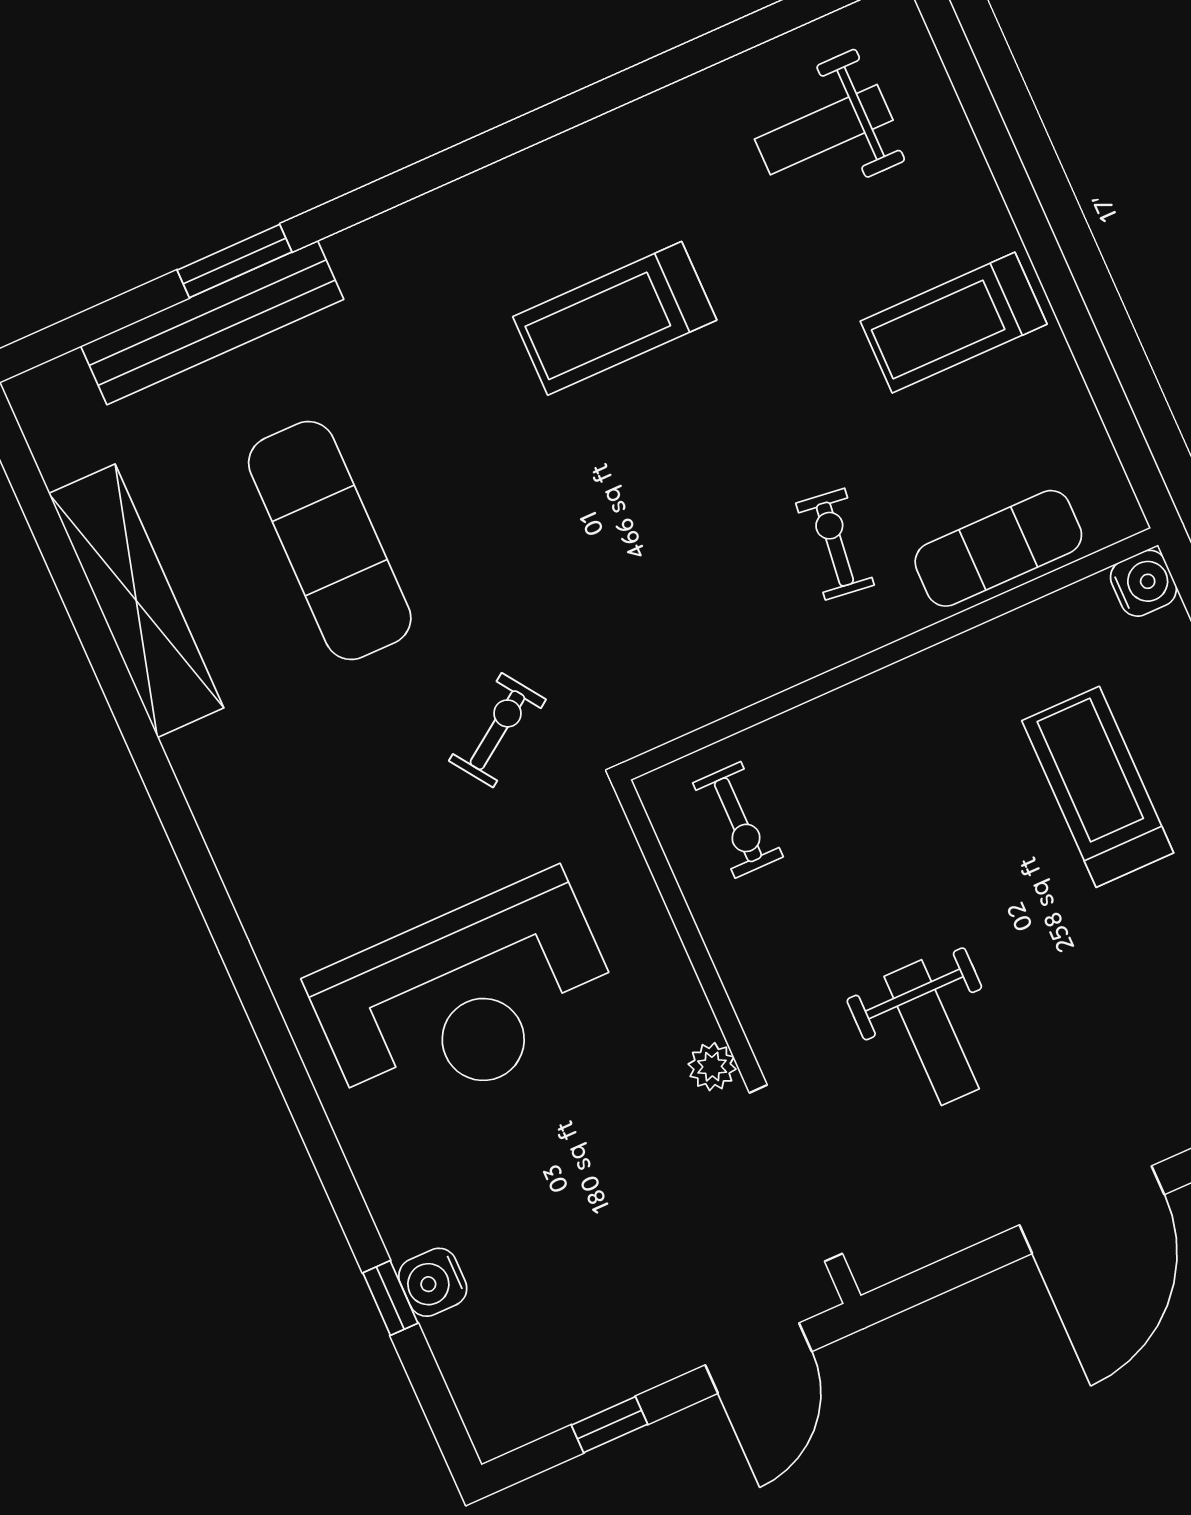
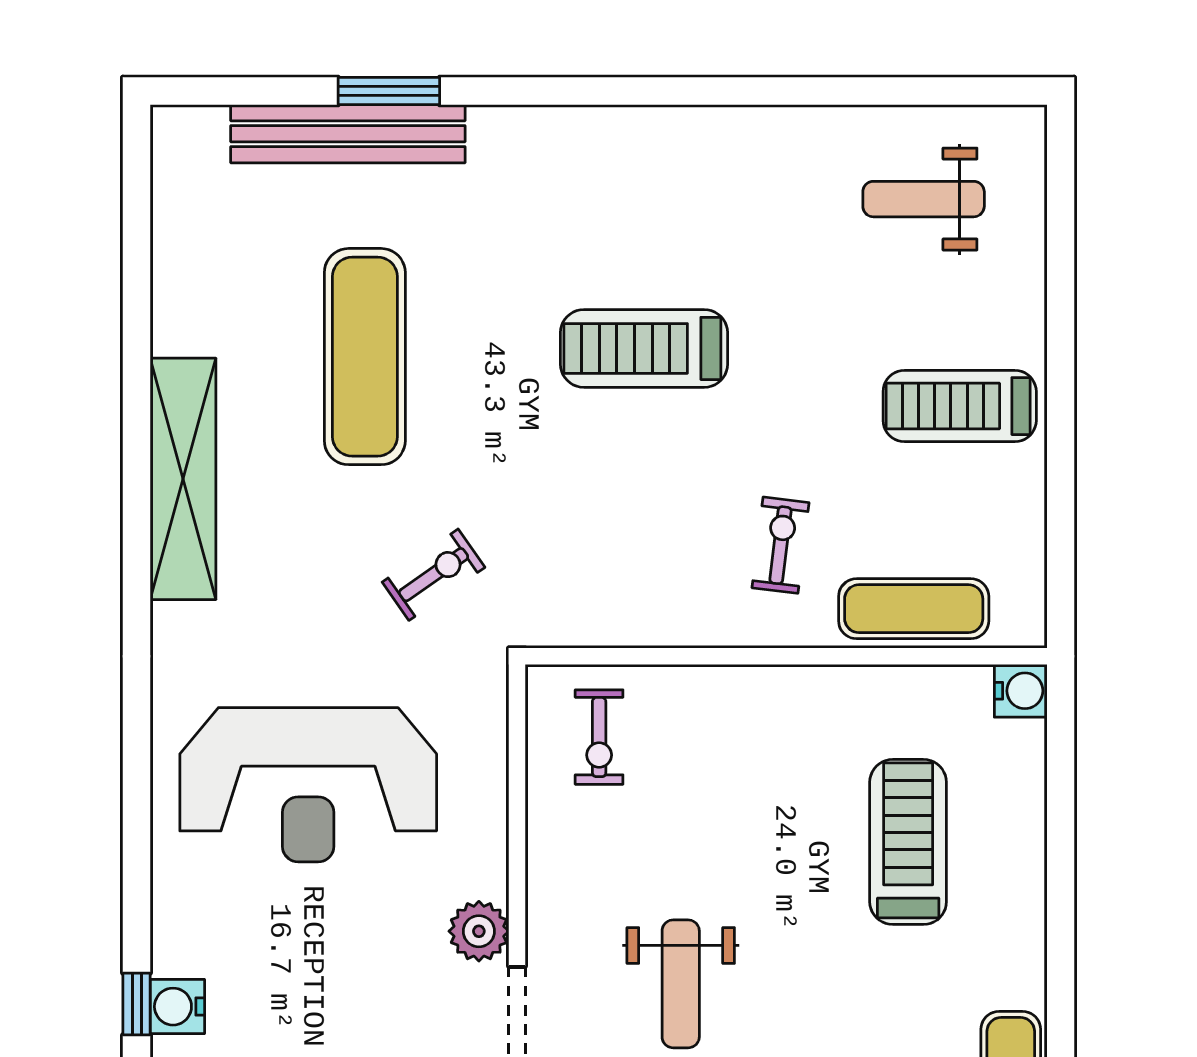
treadmill: (615, 318) -> (644, 348), moved
shelving: (136, 601) -> (183, 479), moved
plant: (712, 1067) -> (479, 931), width x1.38, depth x1.38

